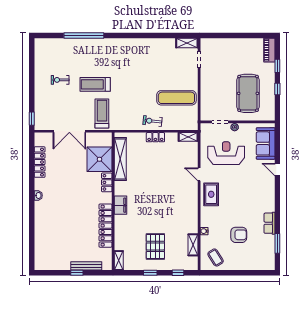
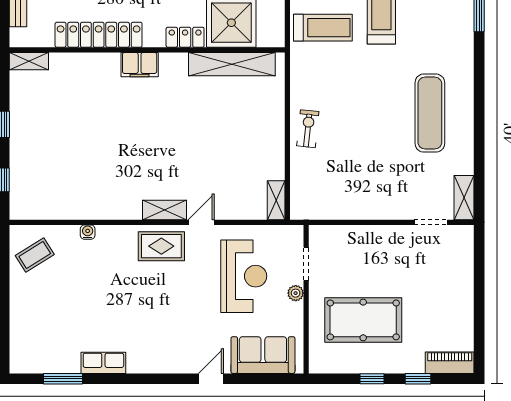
exercise mat: (176, 98) -> (430, 113), moved
locker: (155, 137) -> (275, 135), removed
armchair: (239, 235) -> (80, 301), removed
shelving: (193, 245) -> (164, 210), moved
pallet: (155, 246) -> (57, 135), removed

